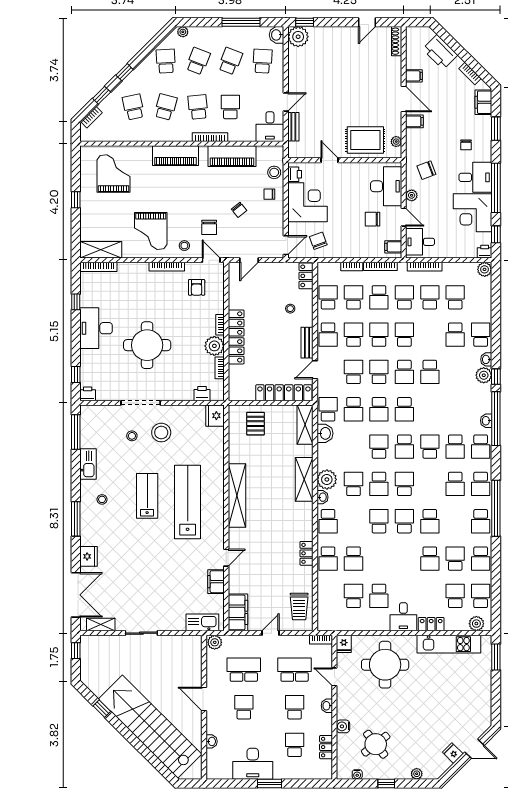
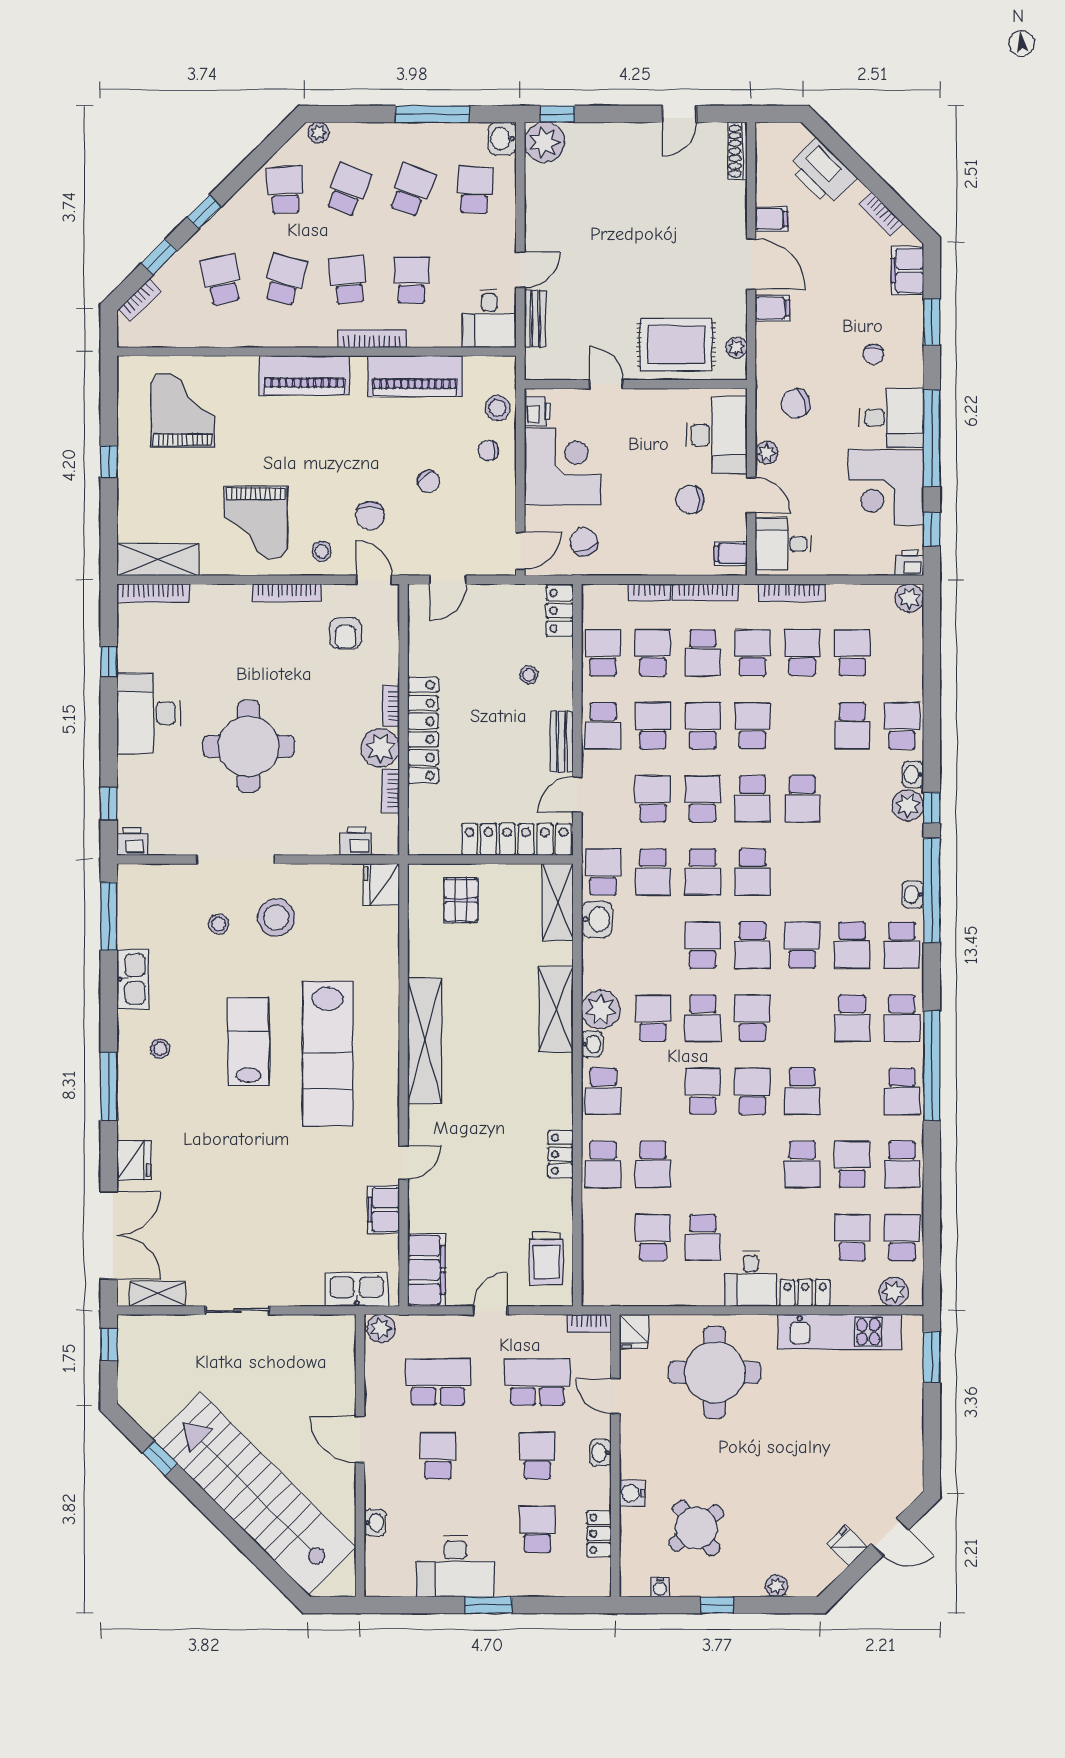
lab bench: (188, 502) -> (328, 1054), turned 180

